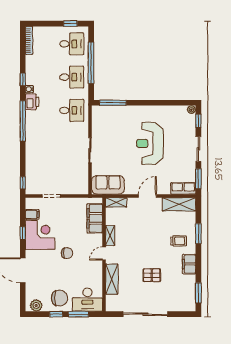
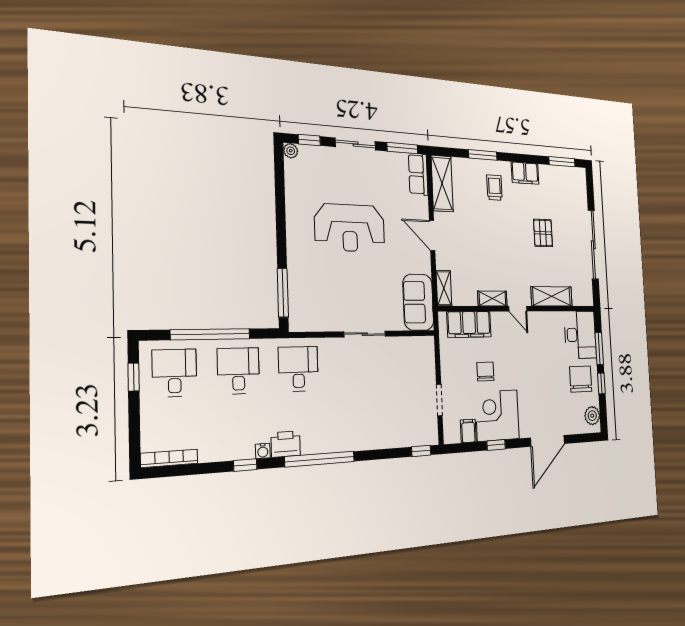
chair: (67, 253) -> (485, 371), moved

